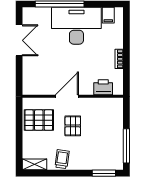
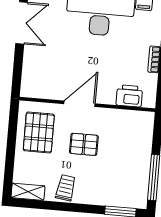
pallet: (39, 120) -> (39, 132), turned 90
pallet: (73, 126) -> (84, 144), turned 90

